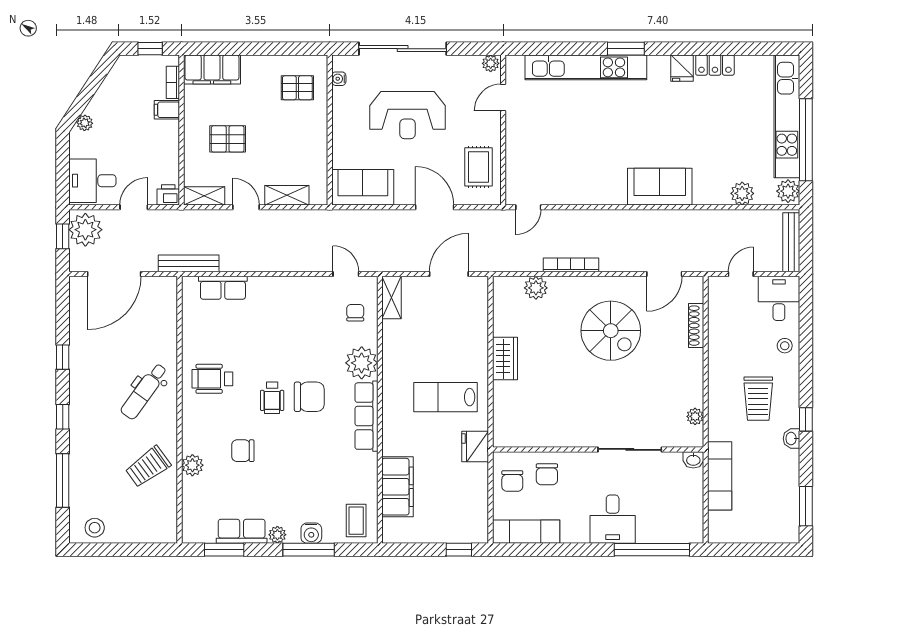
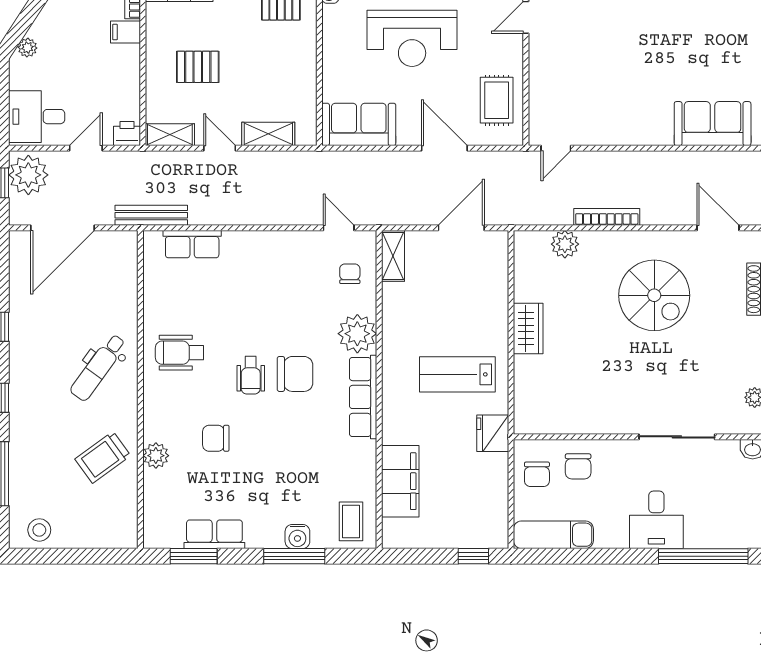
door: (664, 274) -> (718, 228), swing flipped
plant: (277, 535) -> (257, 538), removed

